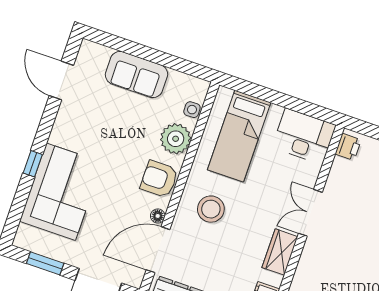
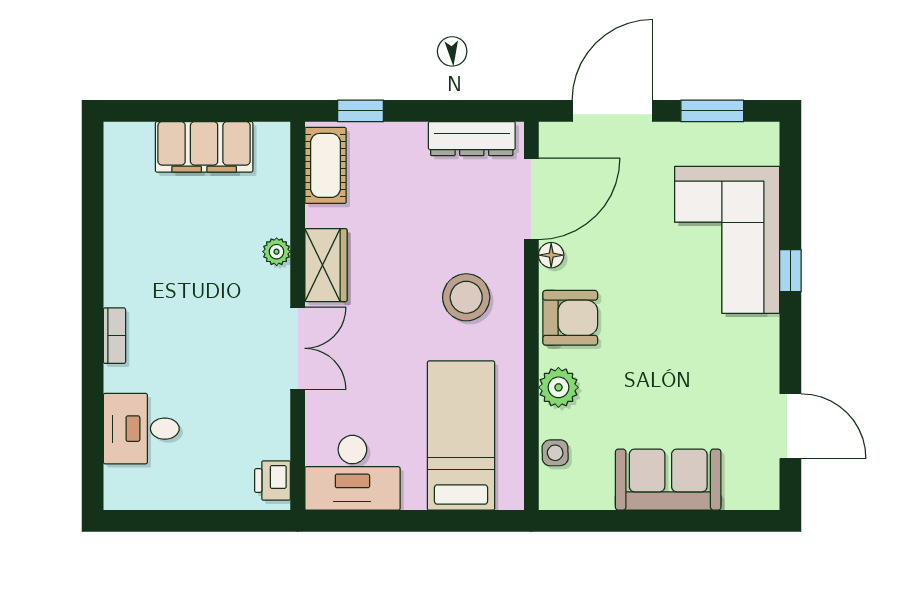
plant: (176, 139) -> (558, 387), width x0.73, depth x0.73
plant: (304, 268) -> (277, 252), added

